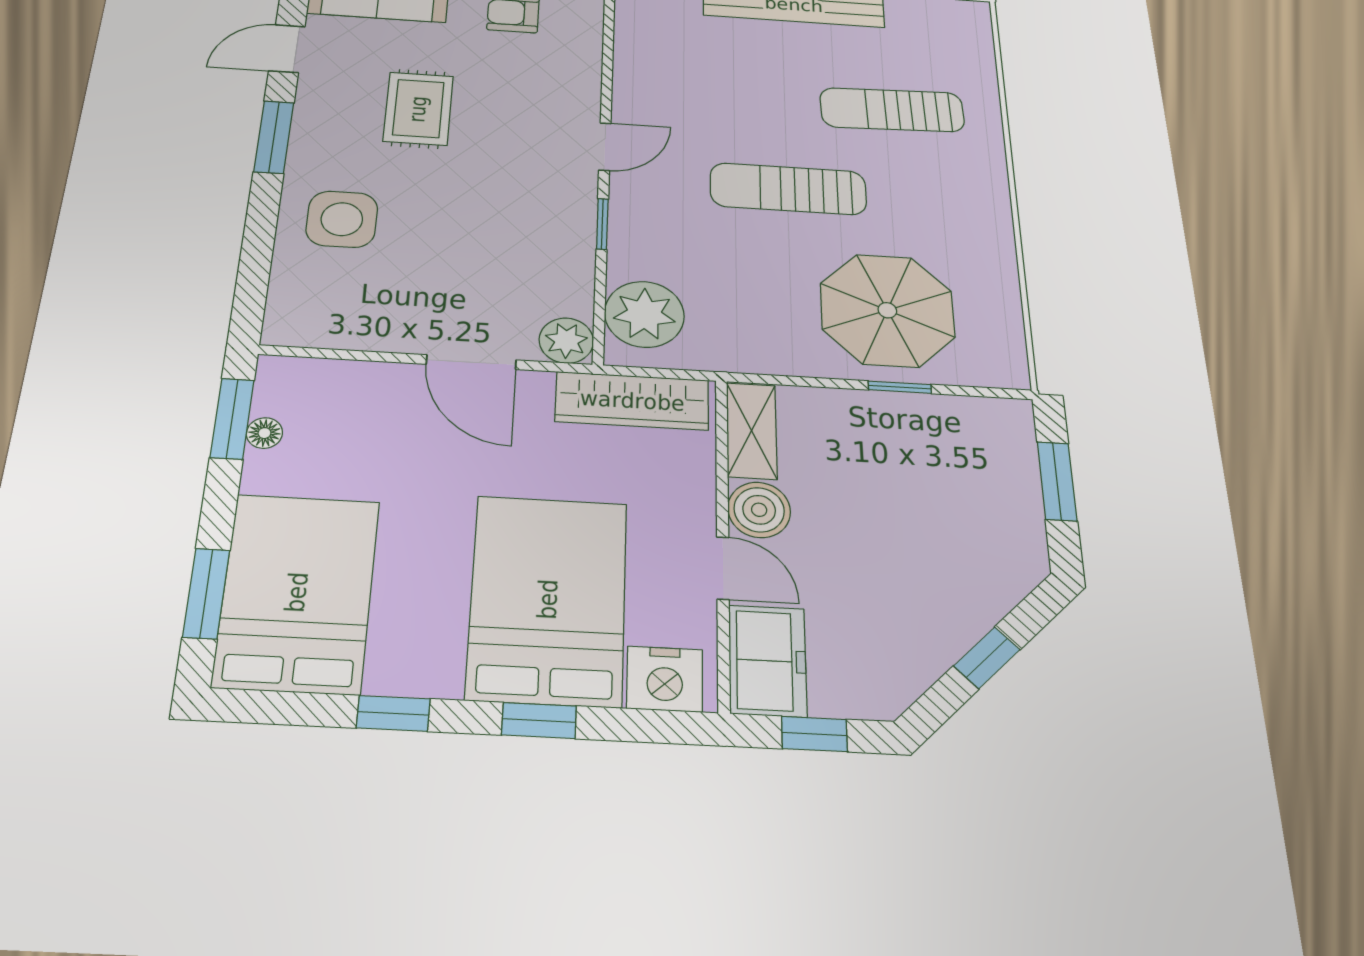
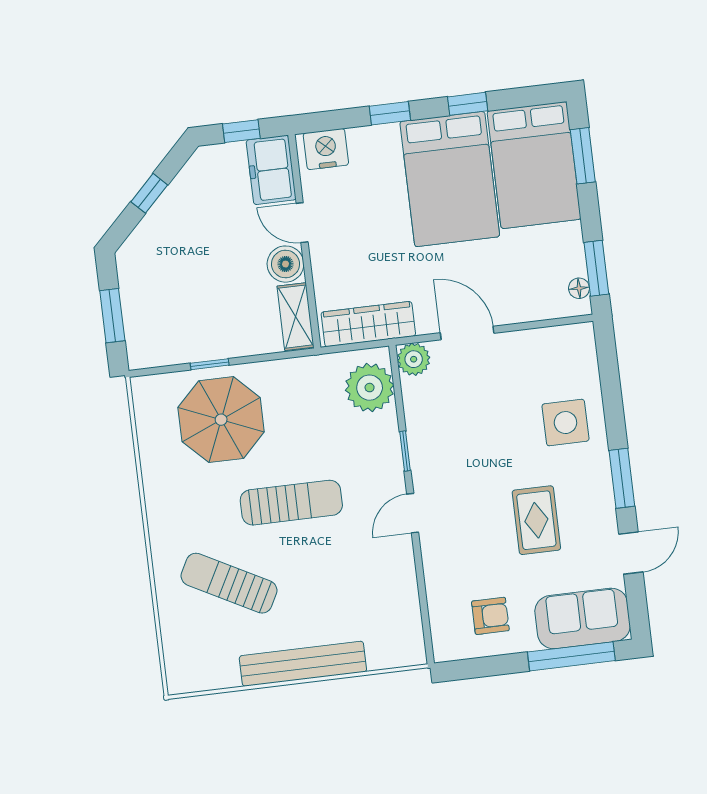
sun lounger: (892, 110) -> (229, 583), turned -150
floor lamp: (264, 433) -> (579, 288), moved
bed: (548, 599) -> (450, 179), moved

